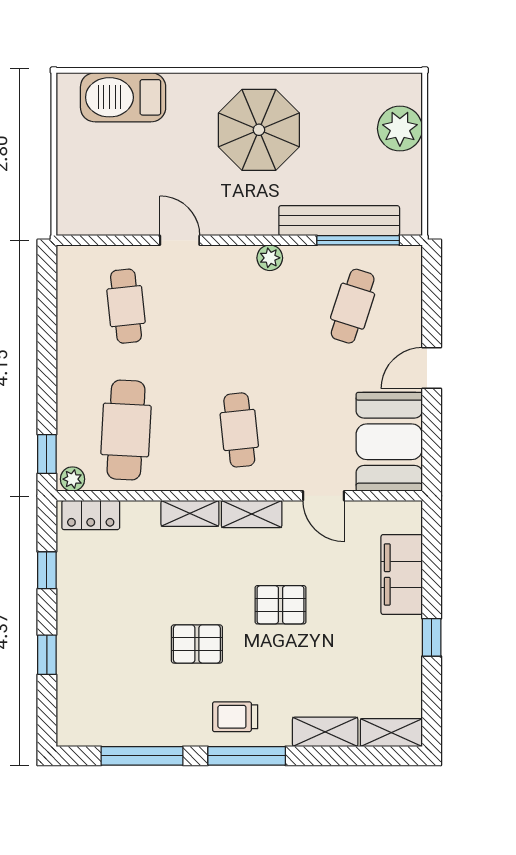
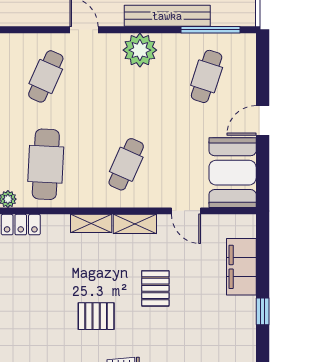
bench: (339, 221) -> (167, 16), moved
plant: (270, 258) -> (140, 50), width x1.88, depth x1.88
cafe table: (126, 306) -> (46, 76), turned 30
cafe table: (239, 430) -> (126, 164), turned 30
pallet: (280, 605) -> (155, 288), turned 90

